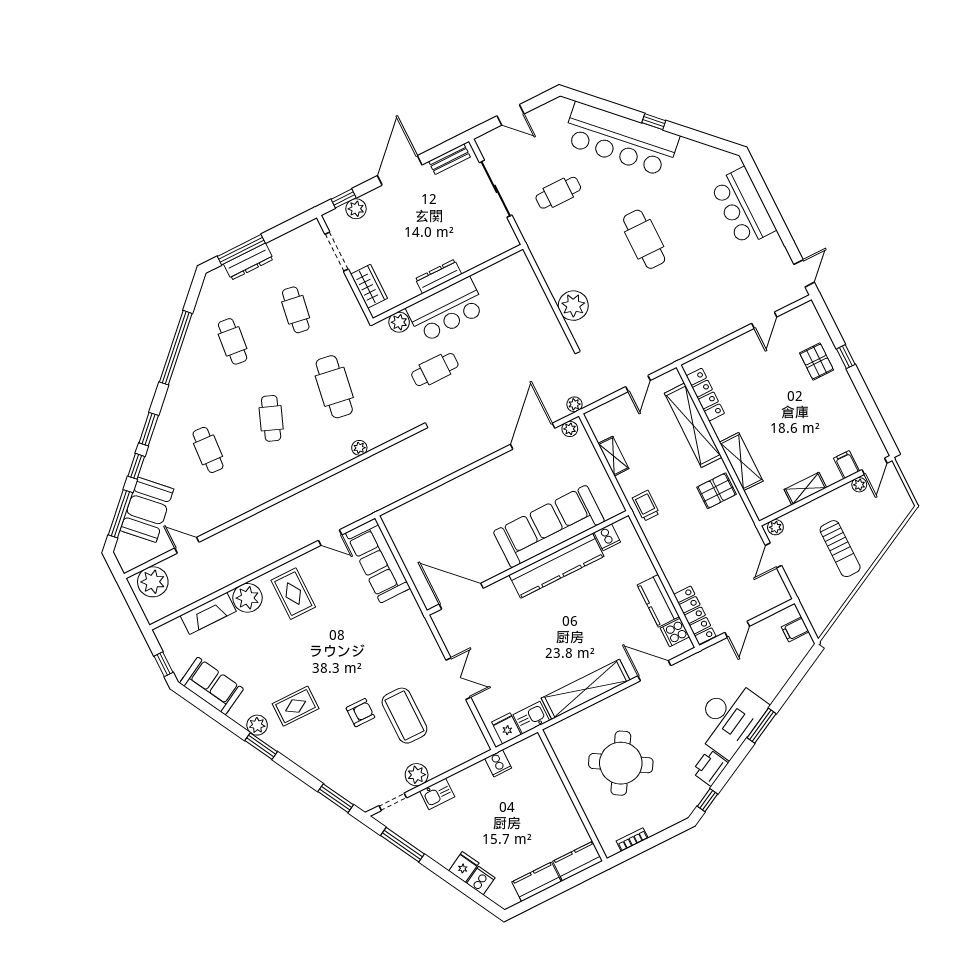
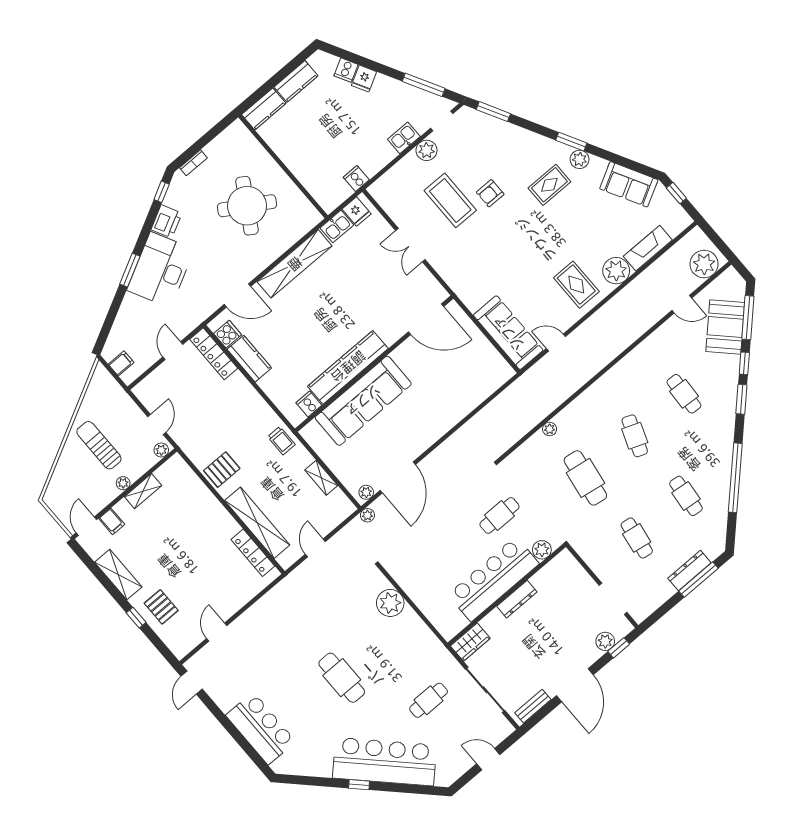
wardrobe: (369, 286) -> (470, 642), moved, turned -90
bar counter: (446, 310) -> (493, 579), width x1.36
shelving: (741, 462) -> (118, 575), moved
plant: (859, 485) -> (123, 483), moved
bookcase: (632, 840) -> (193, 163), moved

